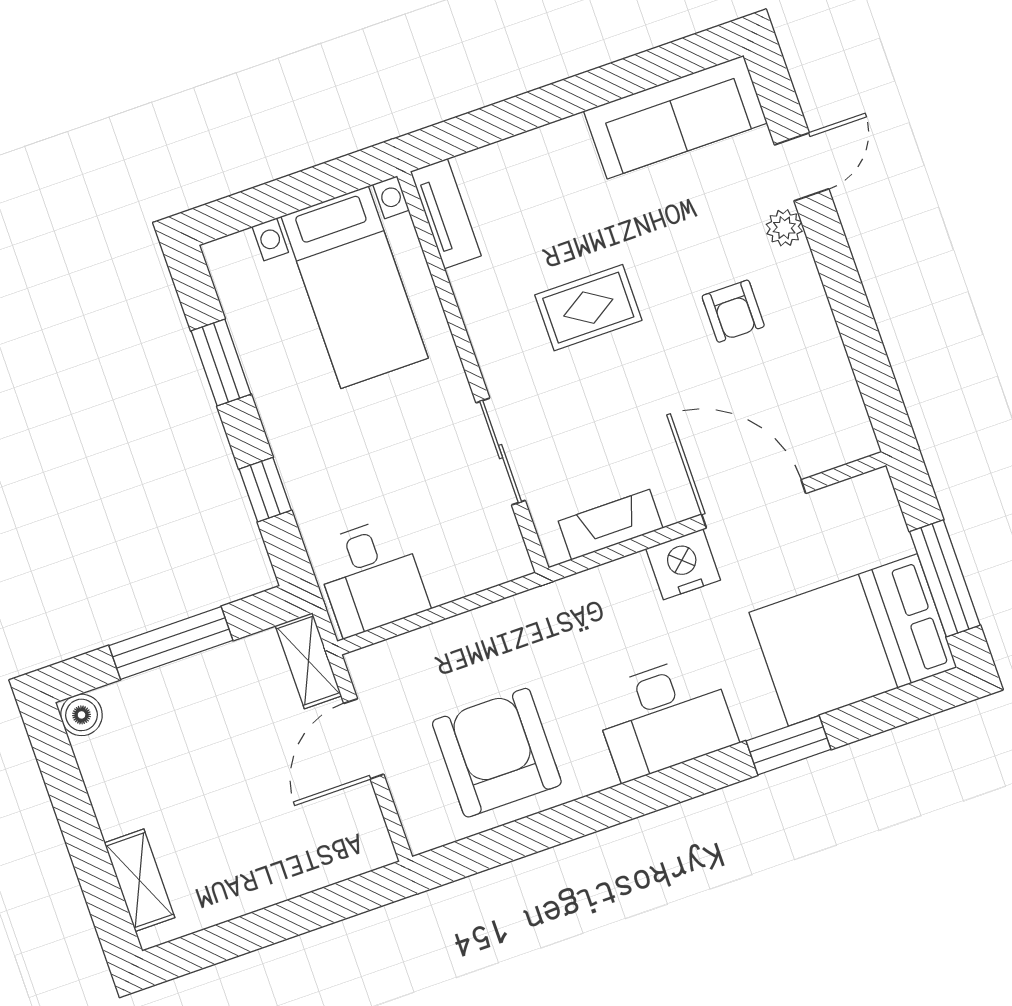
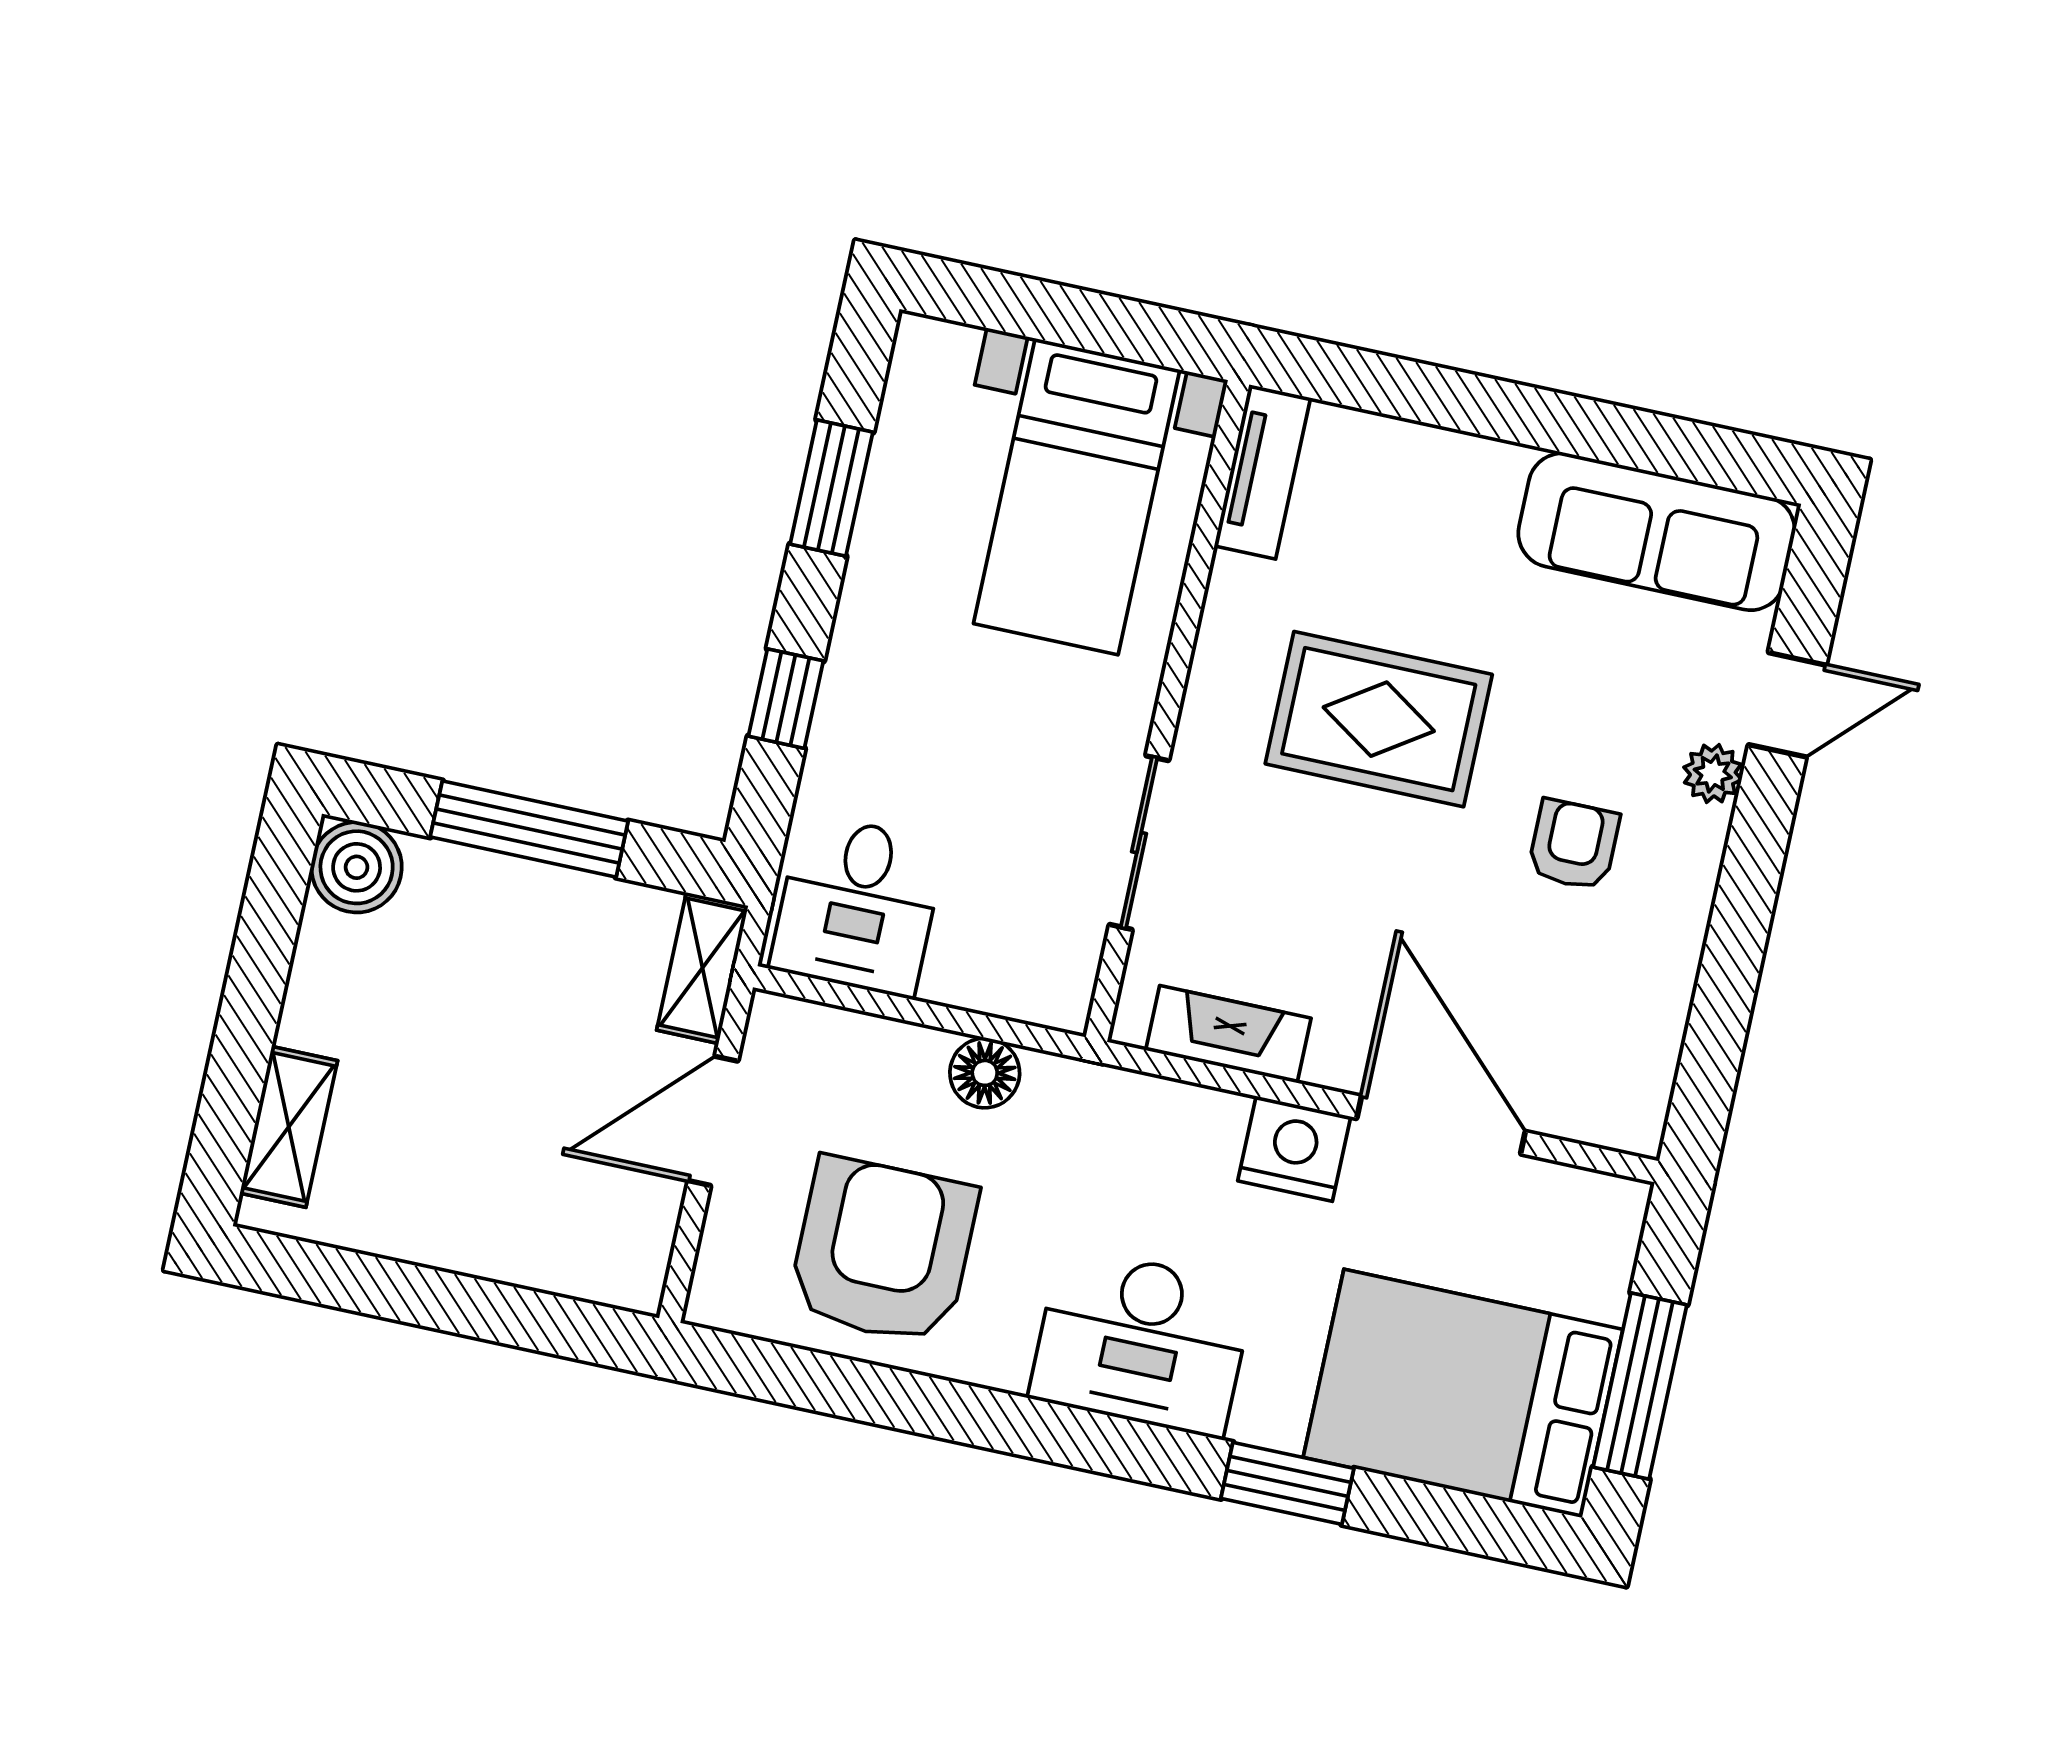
rug: (588, 308) -> (1379, 719), width x1.36, depth x1.43
armchair: (733, 311) -> (1574, 845), turned 180
floor lamp: (493, 625) -> (985, 1073), added
boiler: (81, 715) -> (357, 867), width x1.36, depth x1.36

